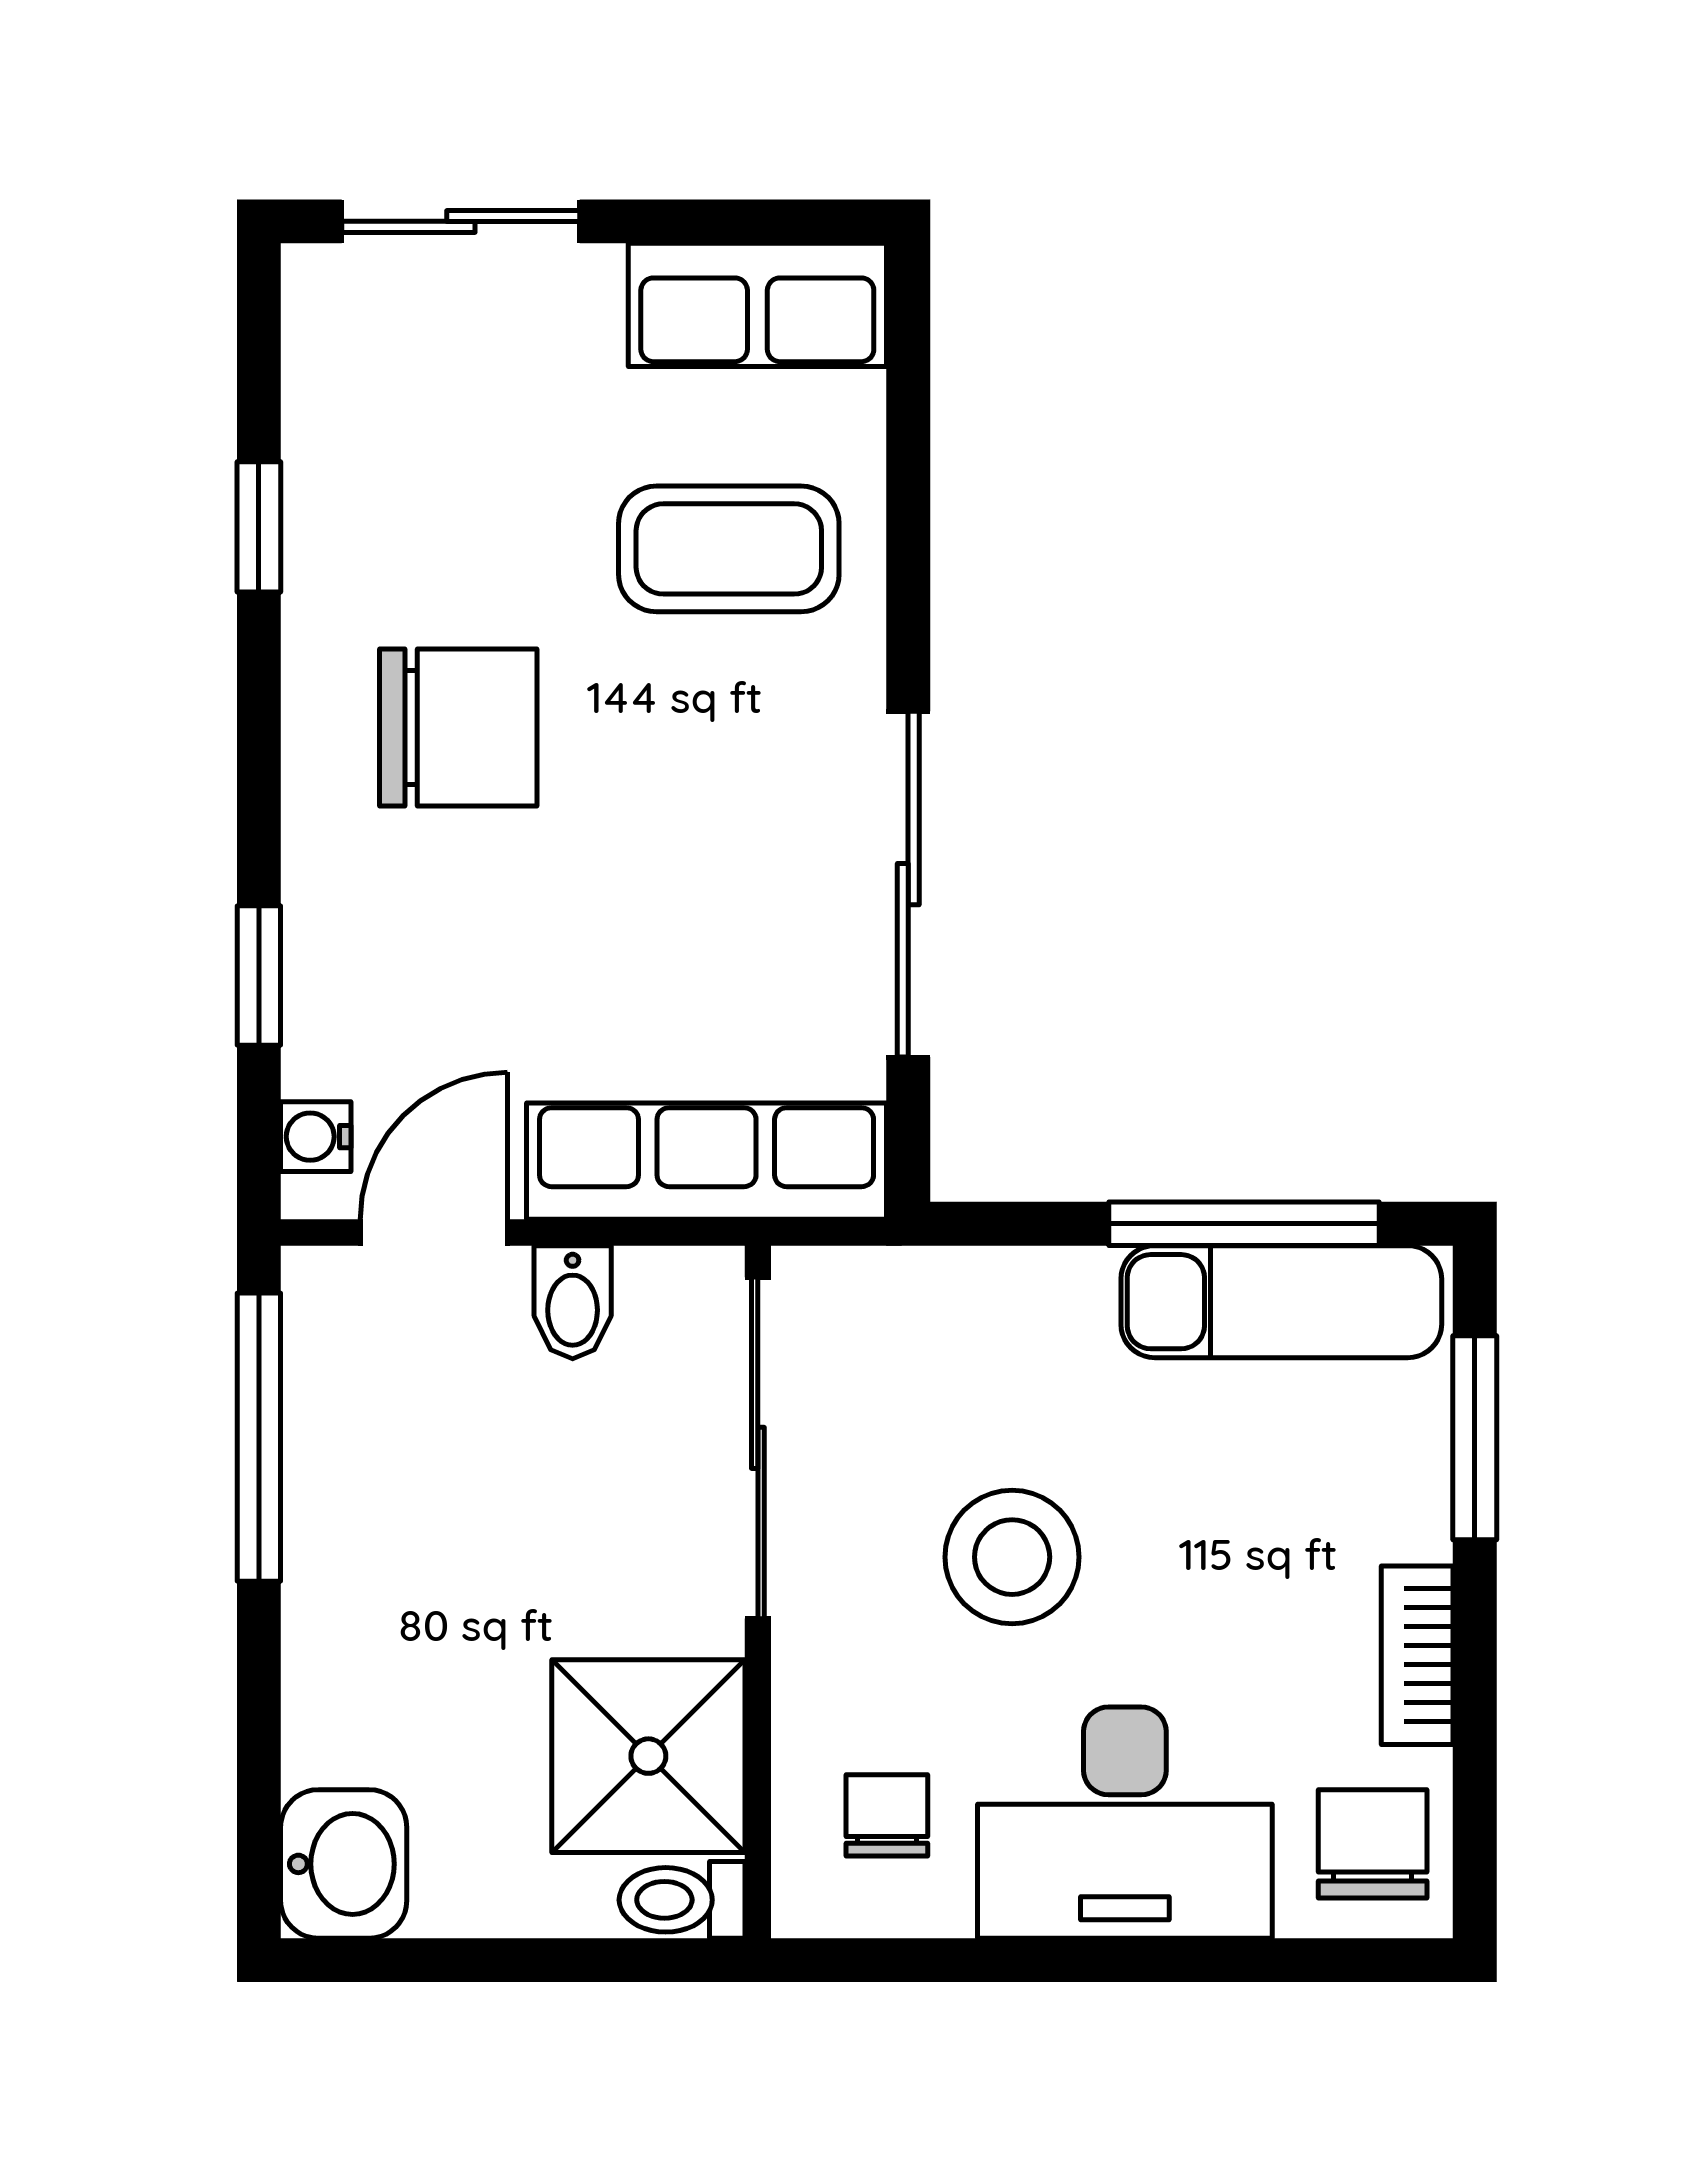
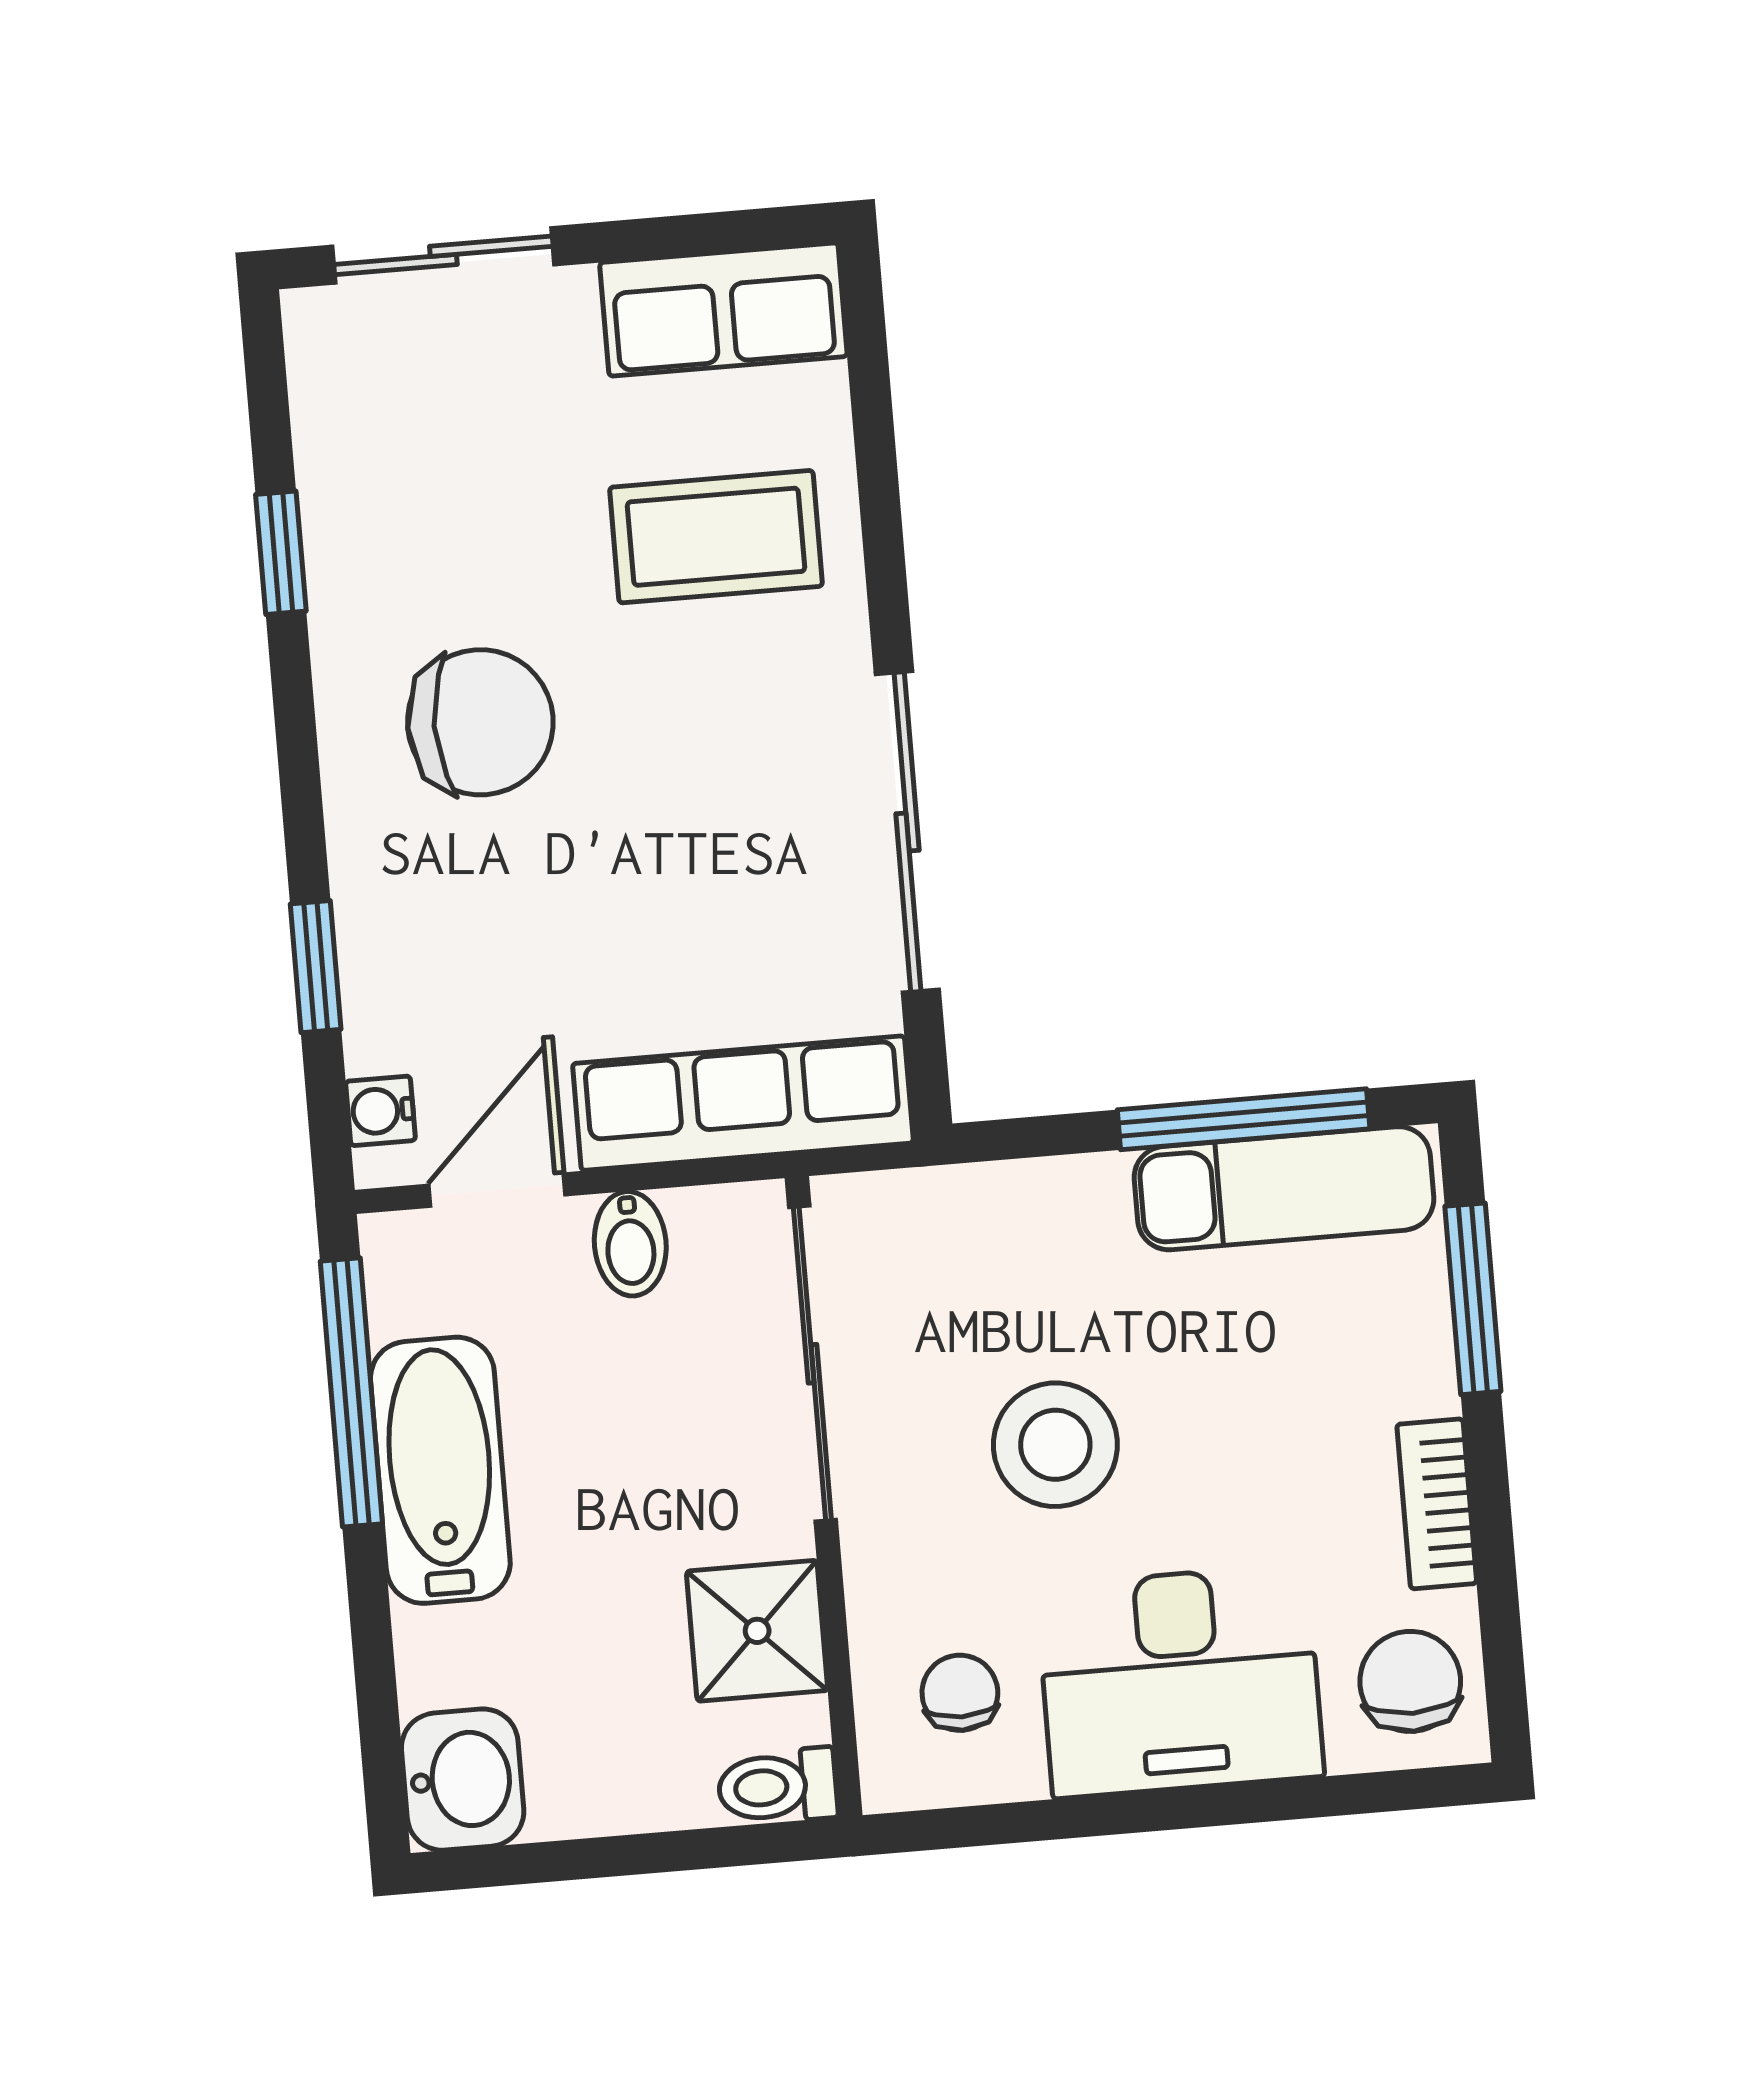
bathtub: (348, 1529) -> (440, 1470), added
shower: (648, 1756) -> (757, 1631), width x0.73, depth x0.73

